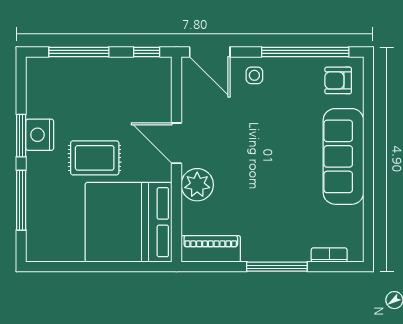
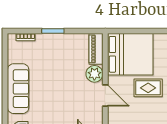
piano: (211, 249) -> (96, 49), moved, turned 90
window: (277, 267) -> (53, 31), width x0.69

